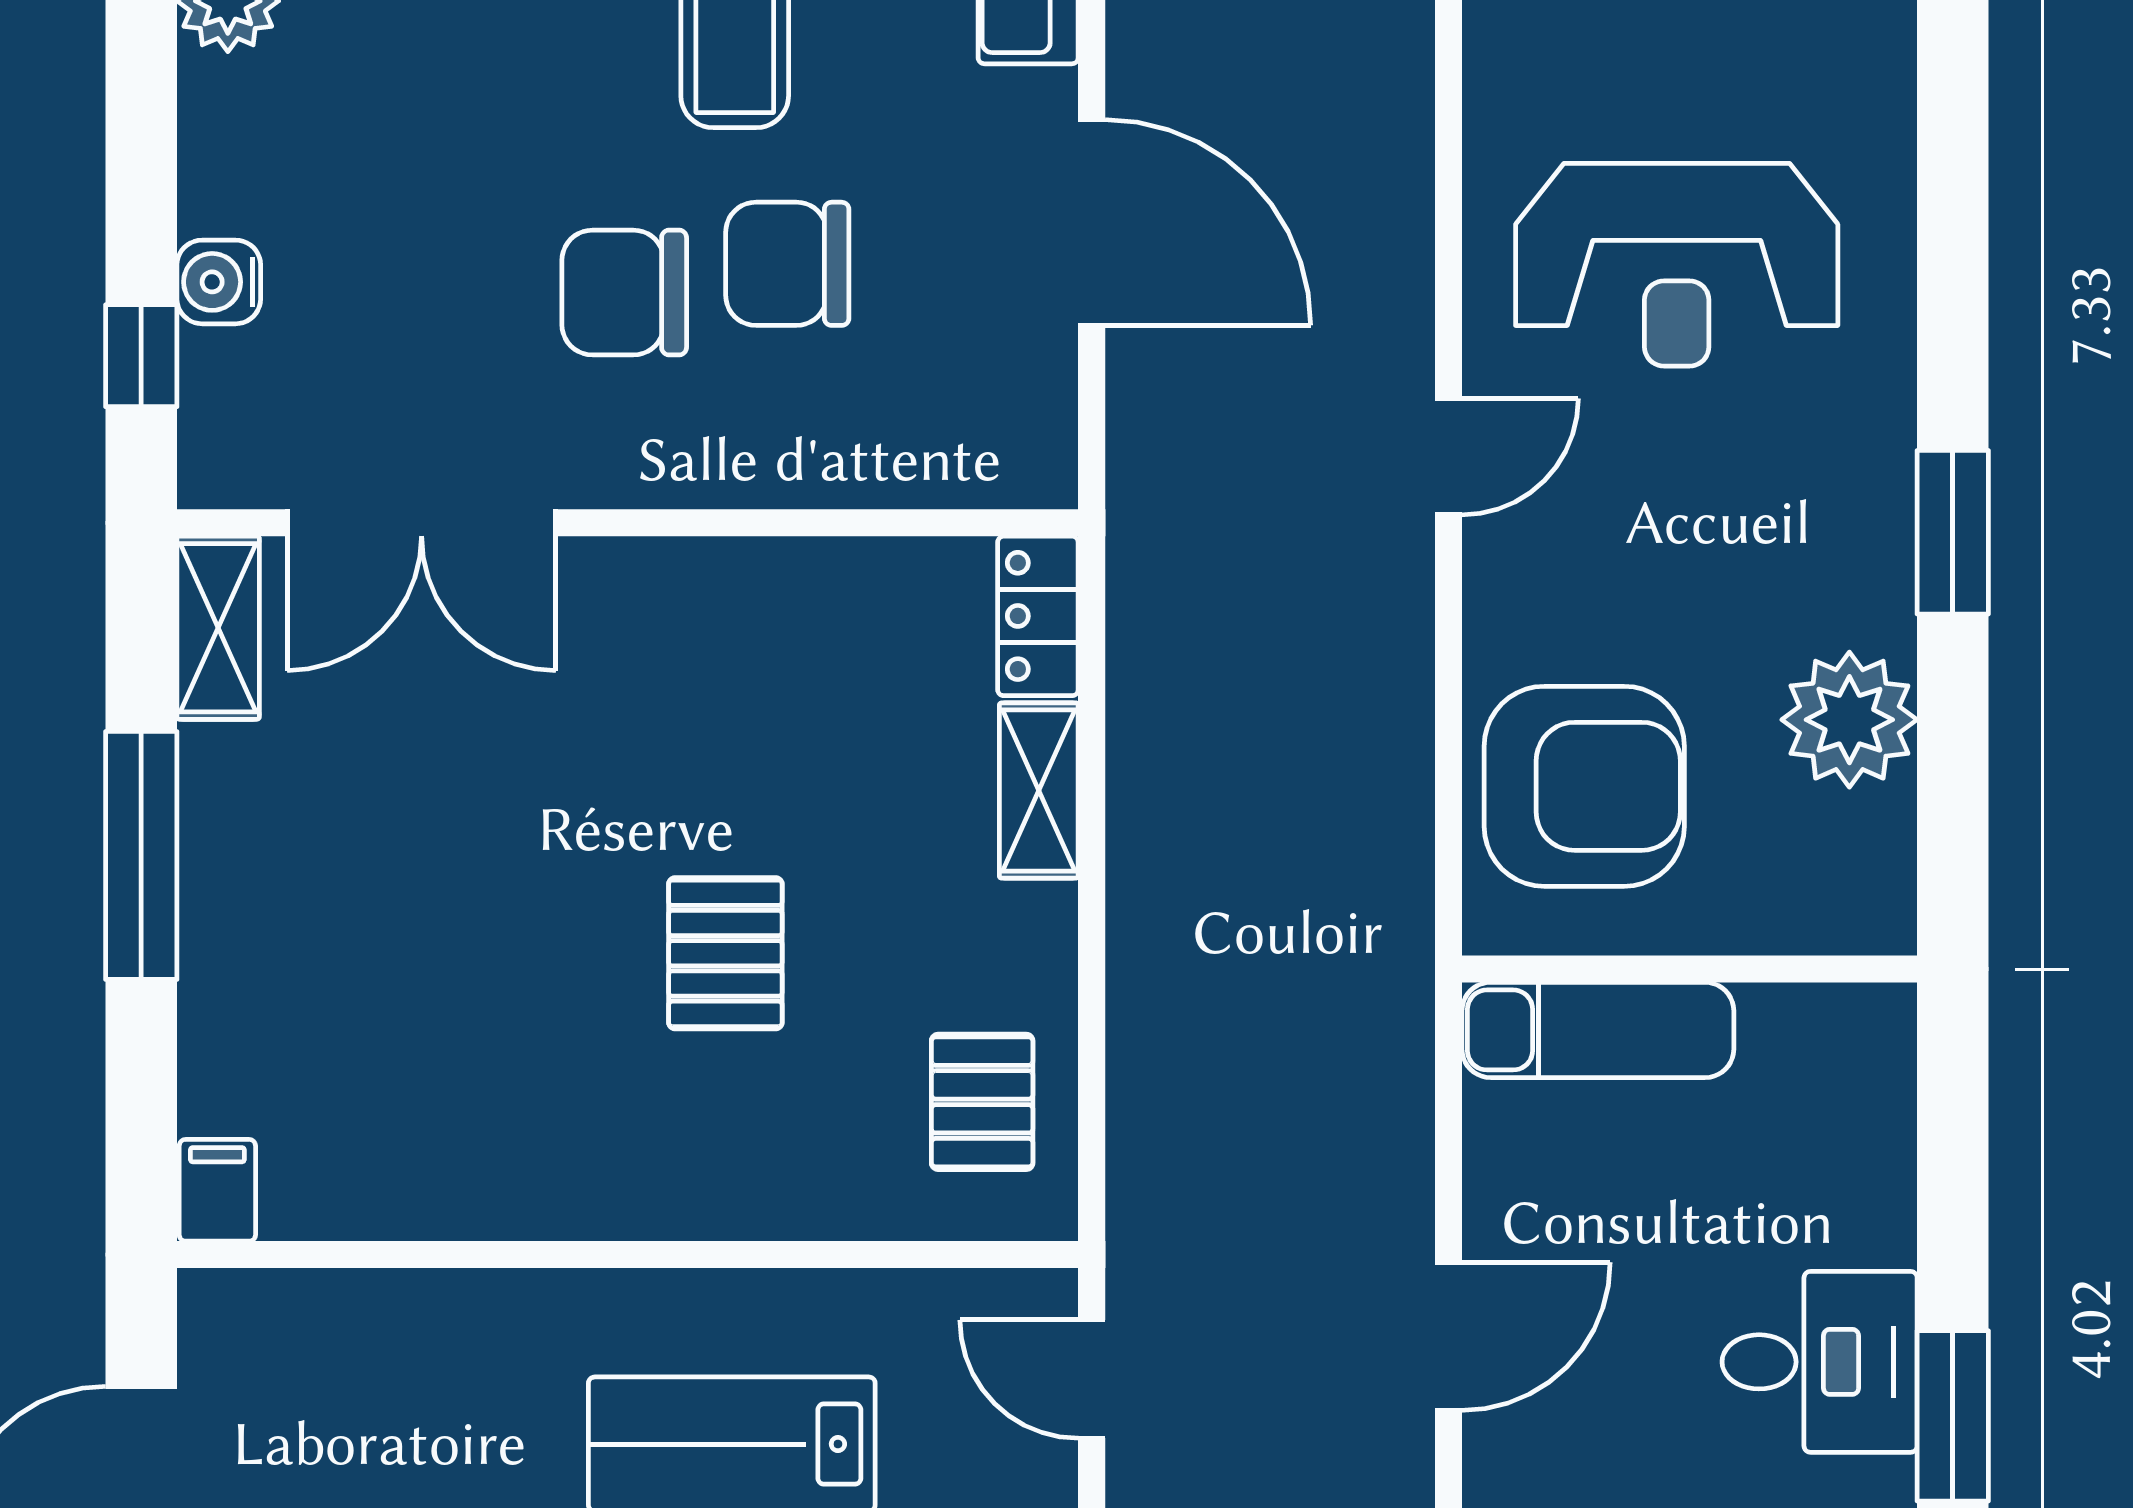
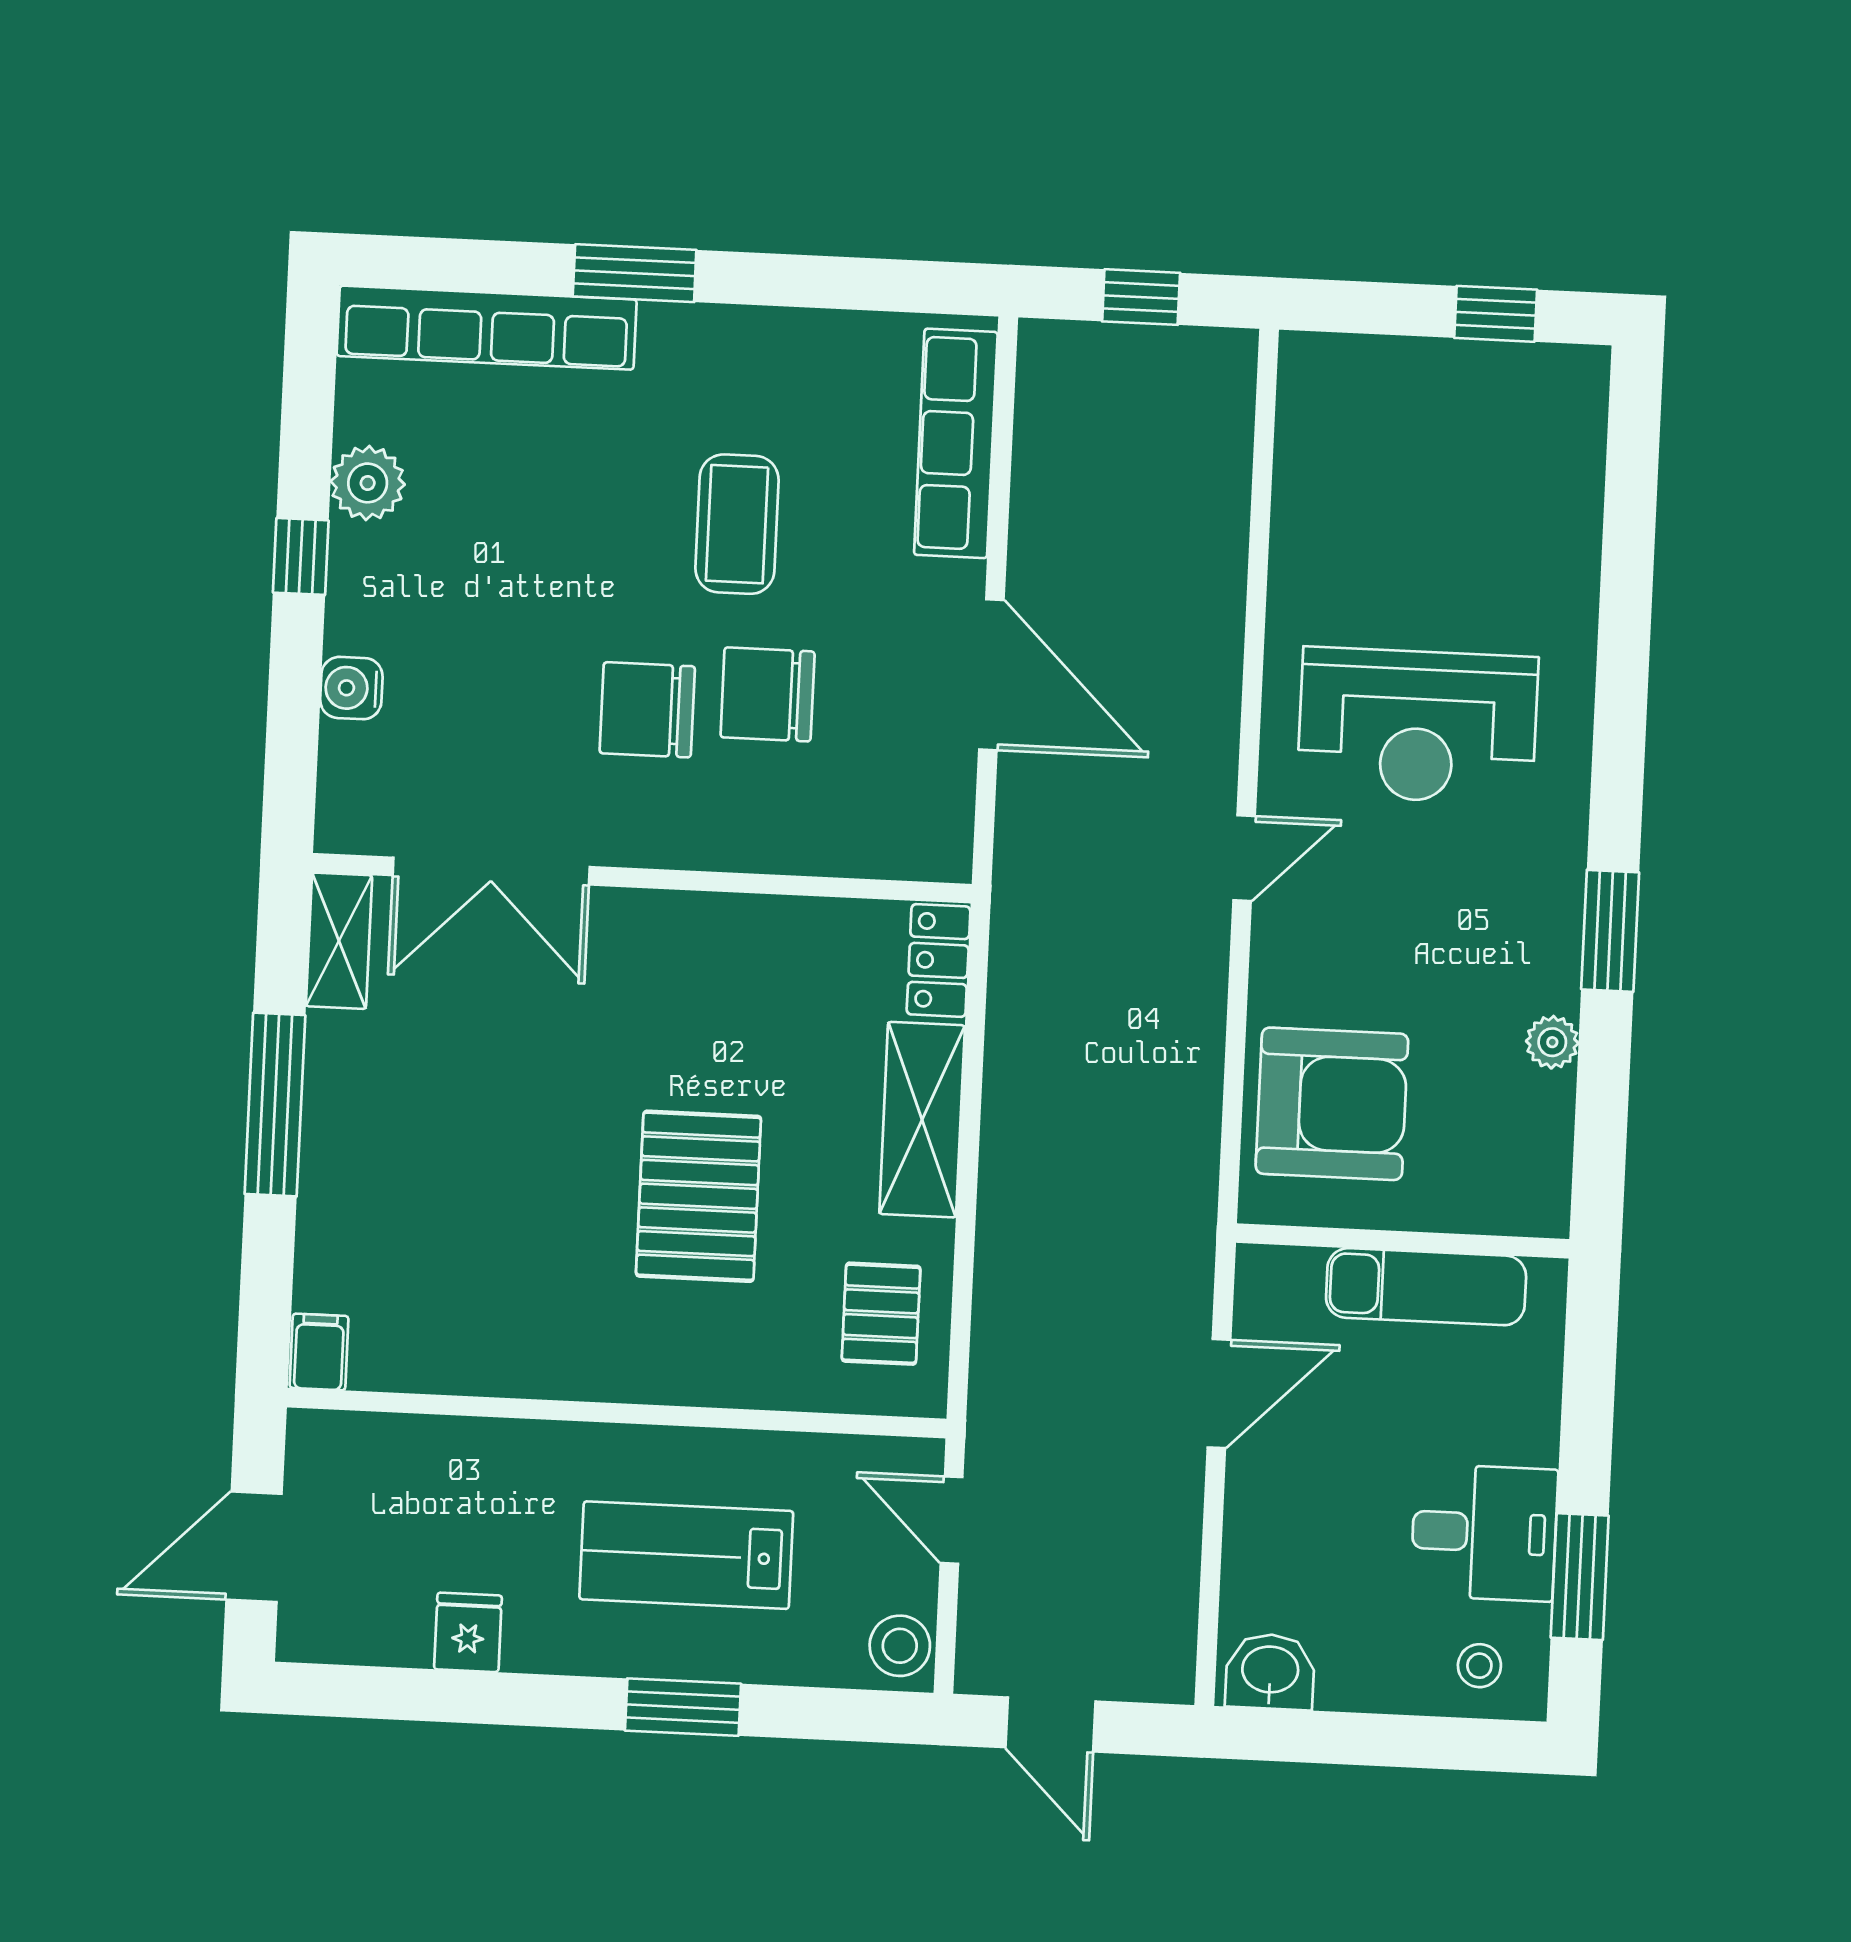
window: (141, 356) -> (301, 556), moved
plant: (1849, 720) -> (1552, 1042), width x0.53, depth x0.53
shelving: (1039, 791) -> (922, 1120), width x1.50, depth x1.33
pallet: (725, 953) -> (698, 1196), width x1.50, depth x1.42
exam couch: (1598, 1030) -> (1426, 1287), moved
door: (1449, 1336) -> (1219, 1394), moved

